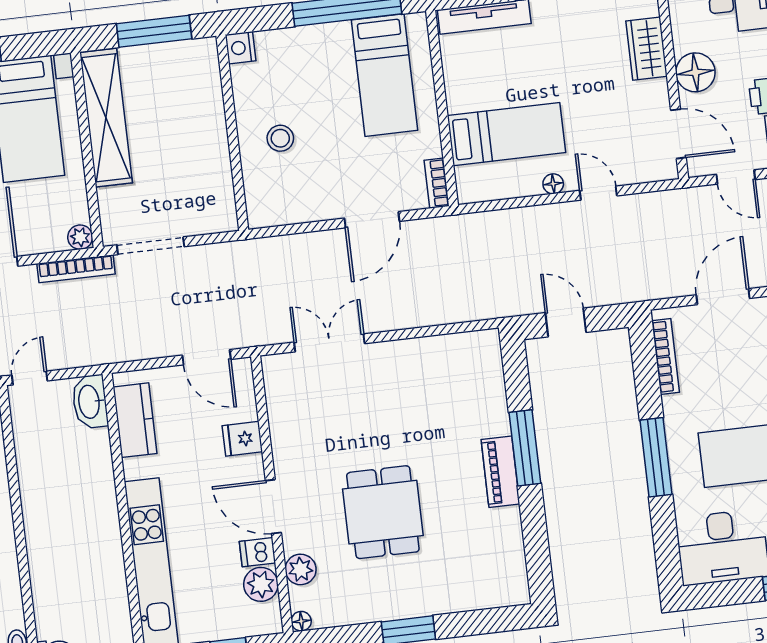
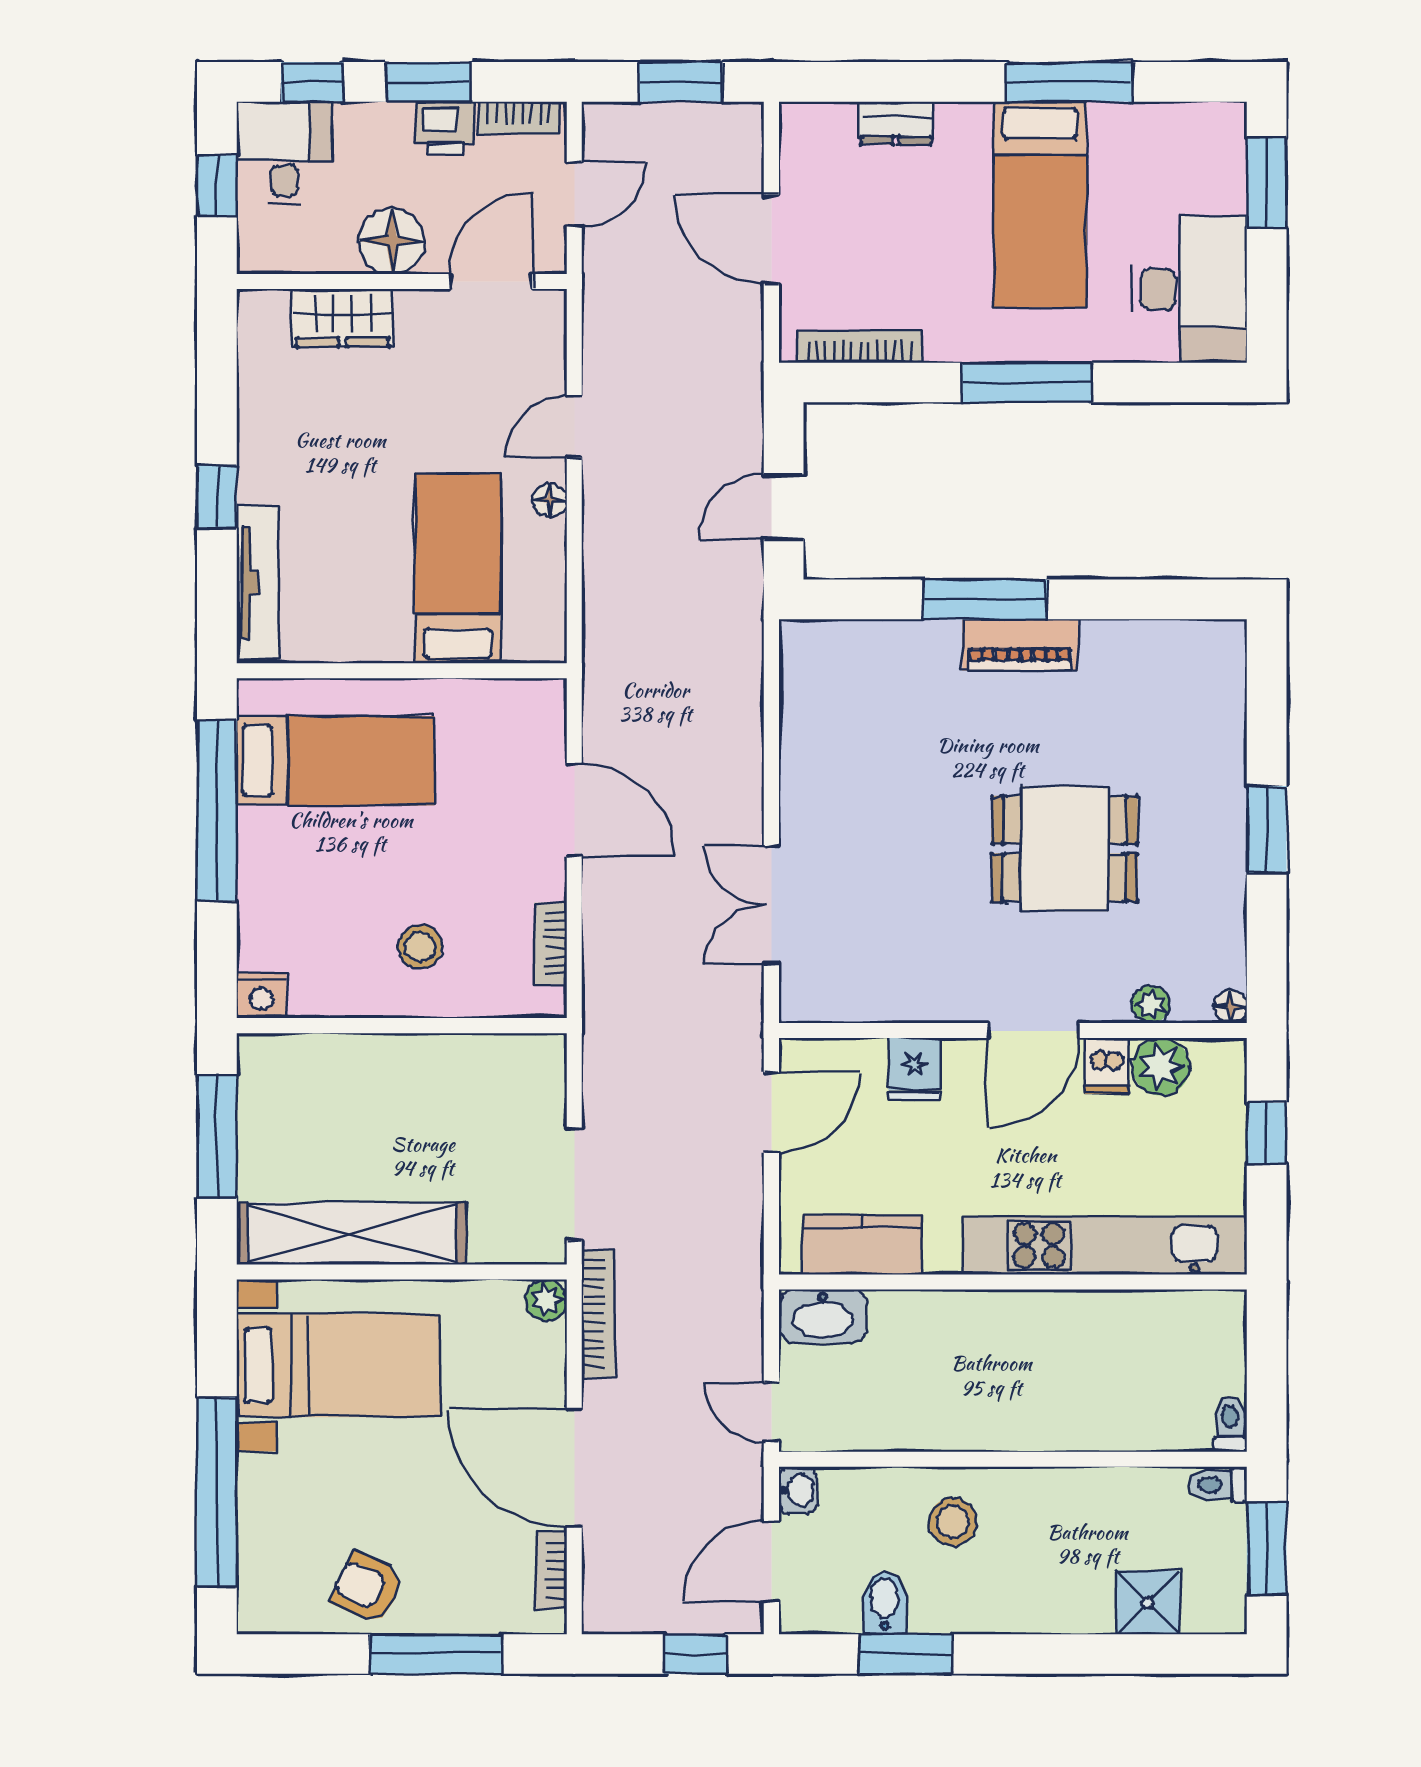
bookcase: (437, 183) -> (551, 943), moved, turned 90
plant: (301, 569) -> (1151, 1004), width x0.73, depth x0.73

